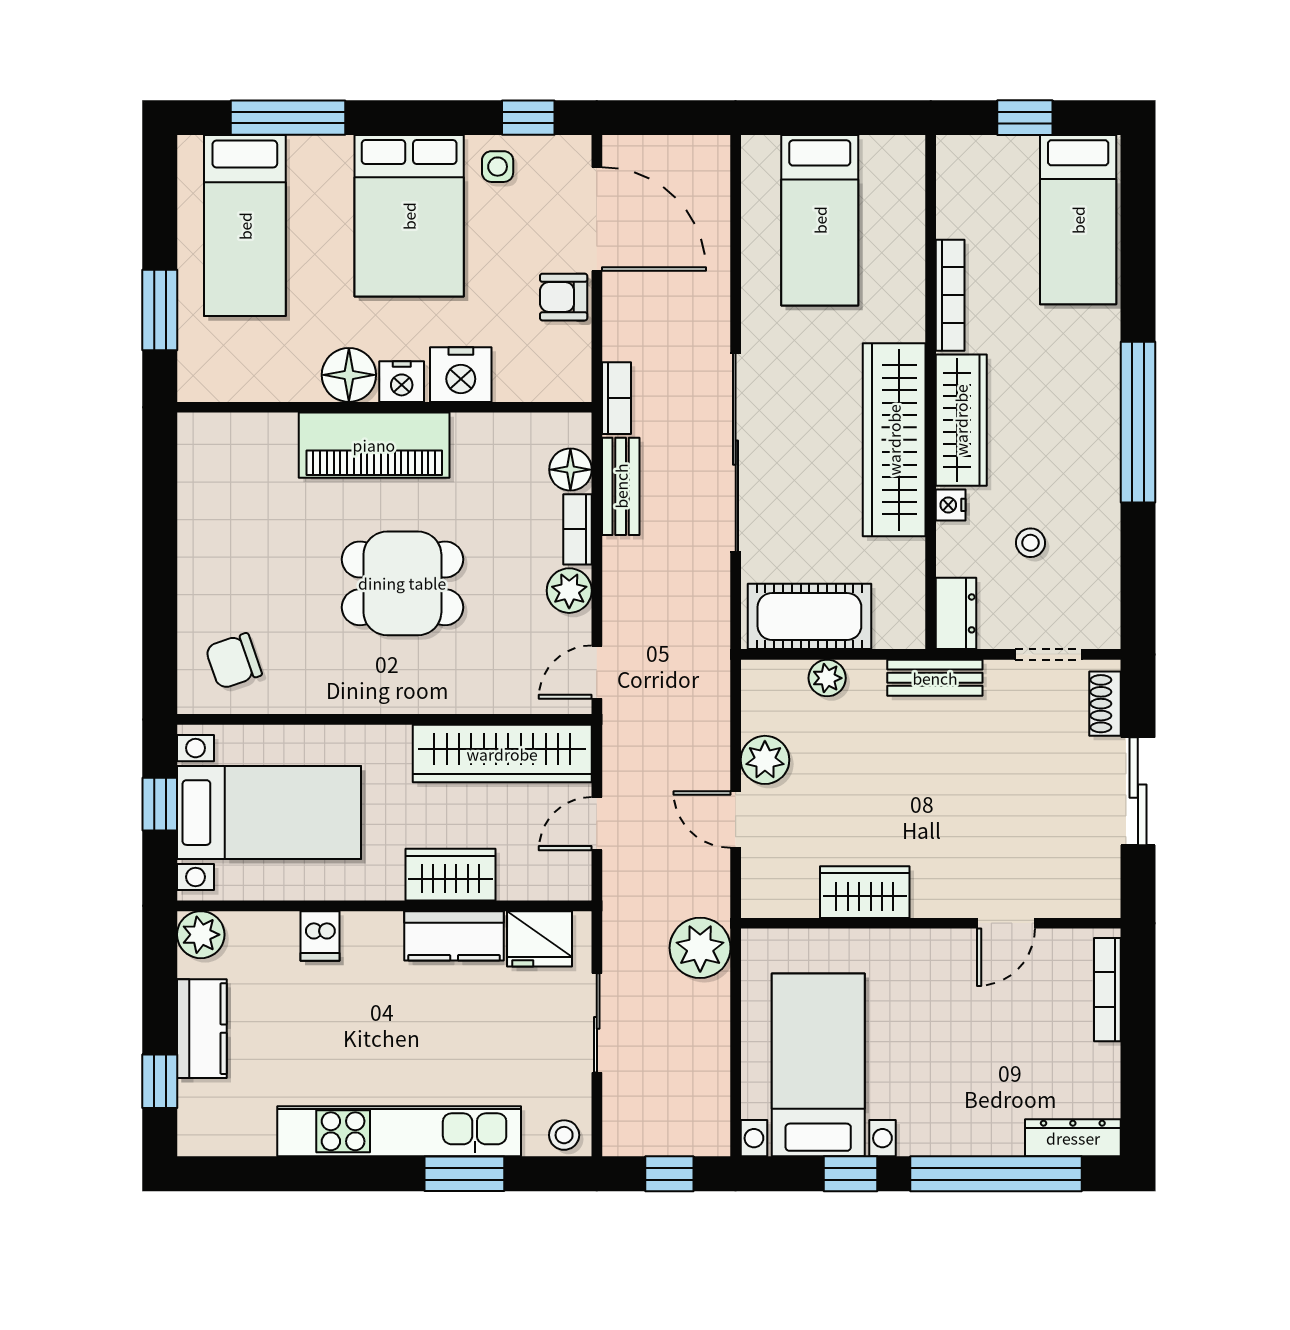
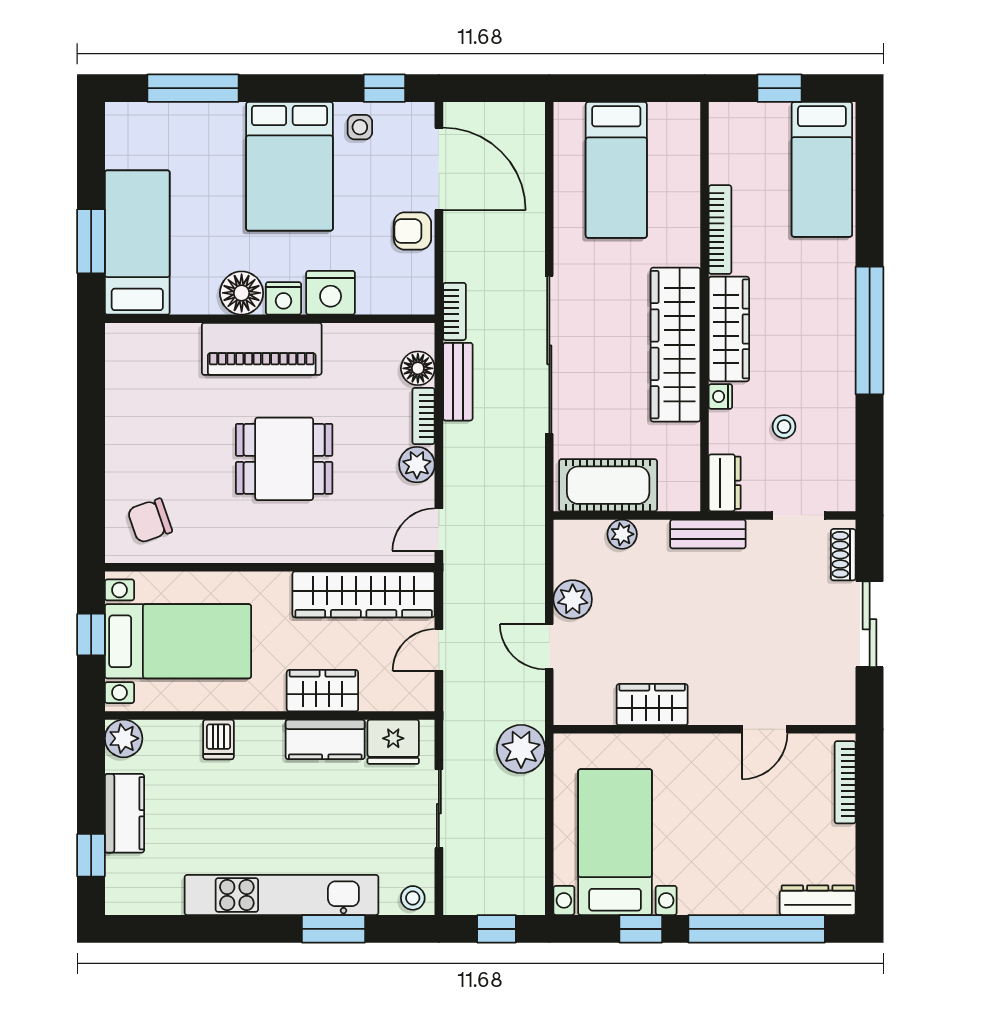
bed: (245, 226) -> (137, 242), moved, turned 180

